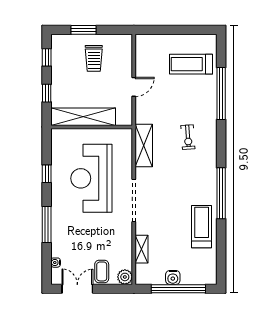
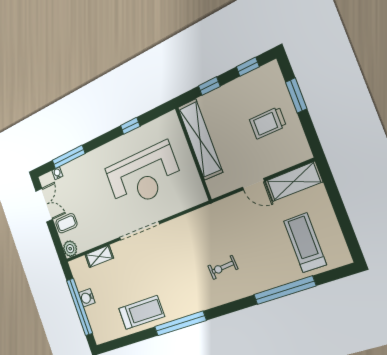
shelving: (144, 145) -> (294, 182), moved
reception desk: (91, 178) -> (143, 176), turned 180
window: (47, 225) -> (69, 157), moved

